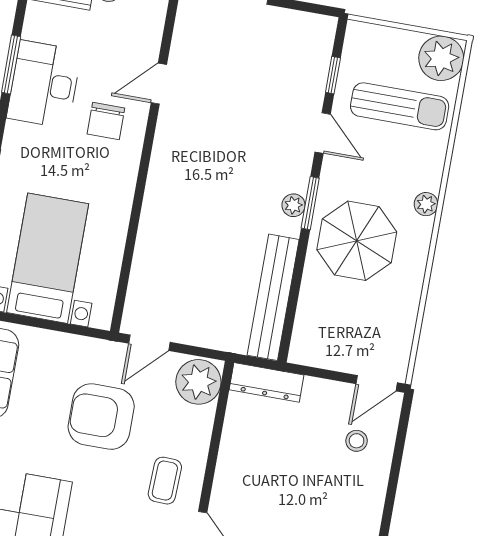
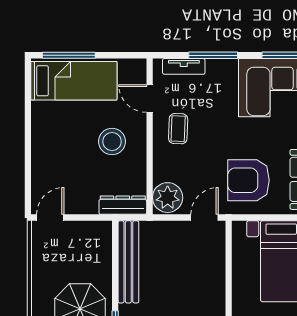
armchair: (101, 417) -> (249, 180), moved, turned 180
stool: (357, 441) -> (112, 142), moved, width x1.89, depth x1.89

